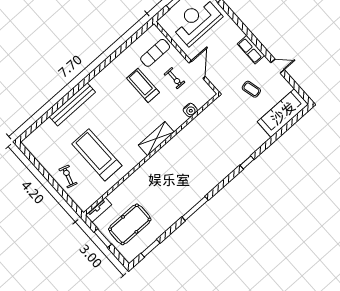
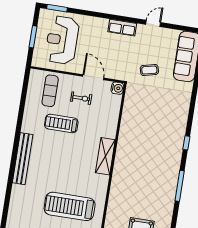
coffee table: (251, 89) -> (149, 70), moved
bench: (72, 104) -> (23, 159), moved
water cooler: (190, 110) -> (117, 88), moved
window: (247, 162) -> (186, 143), moved

